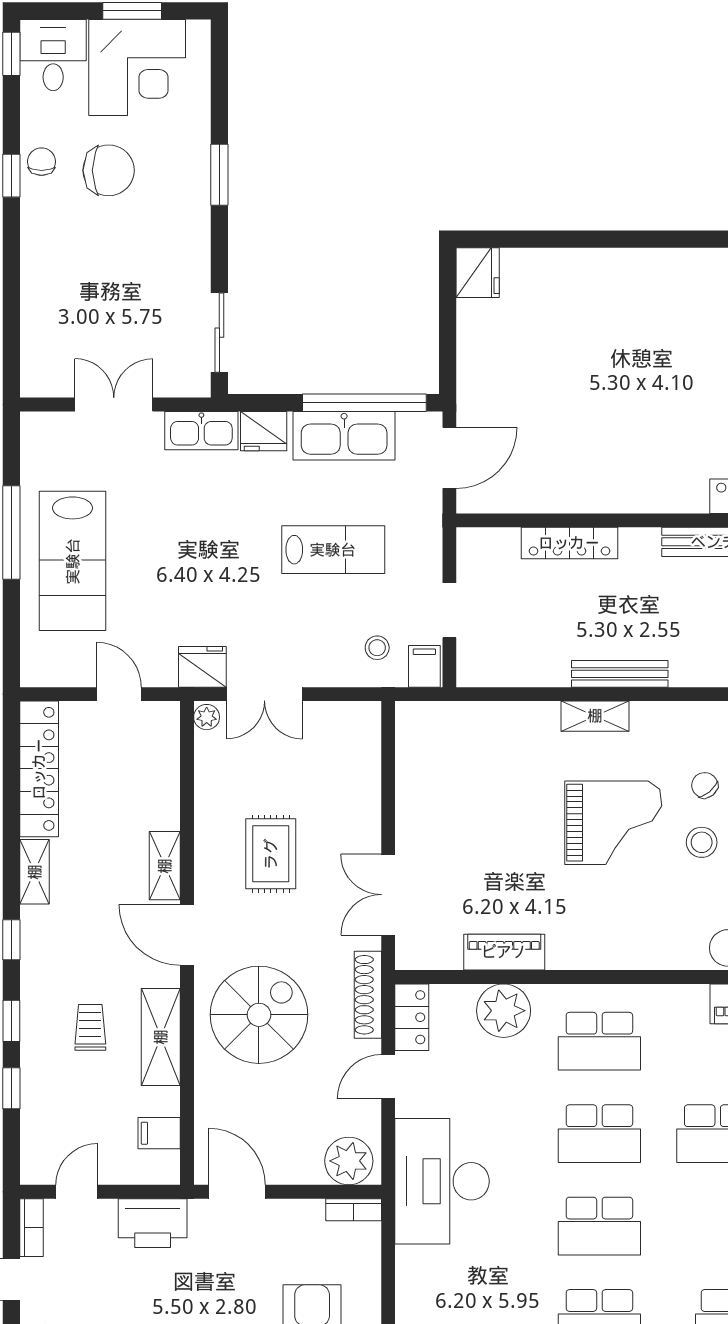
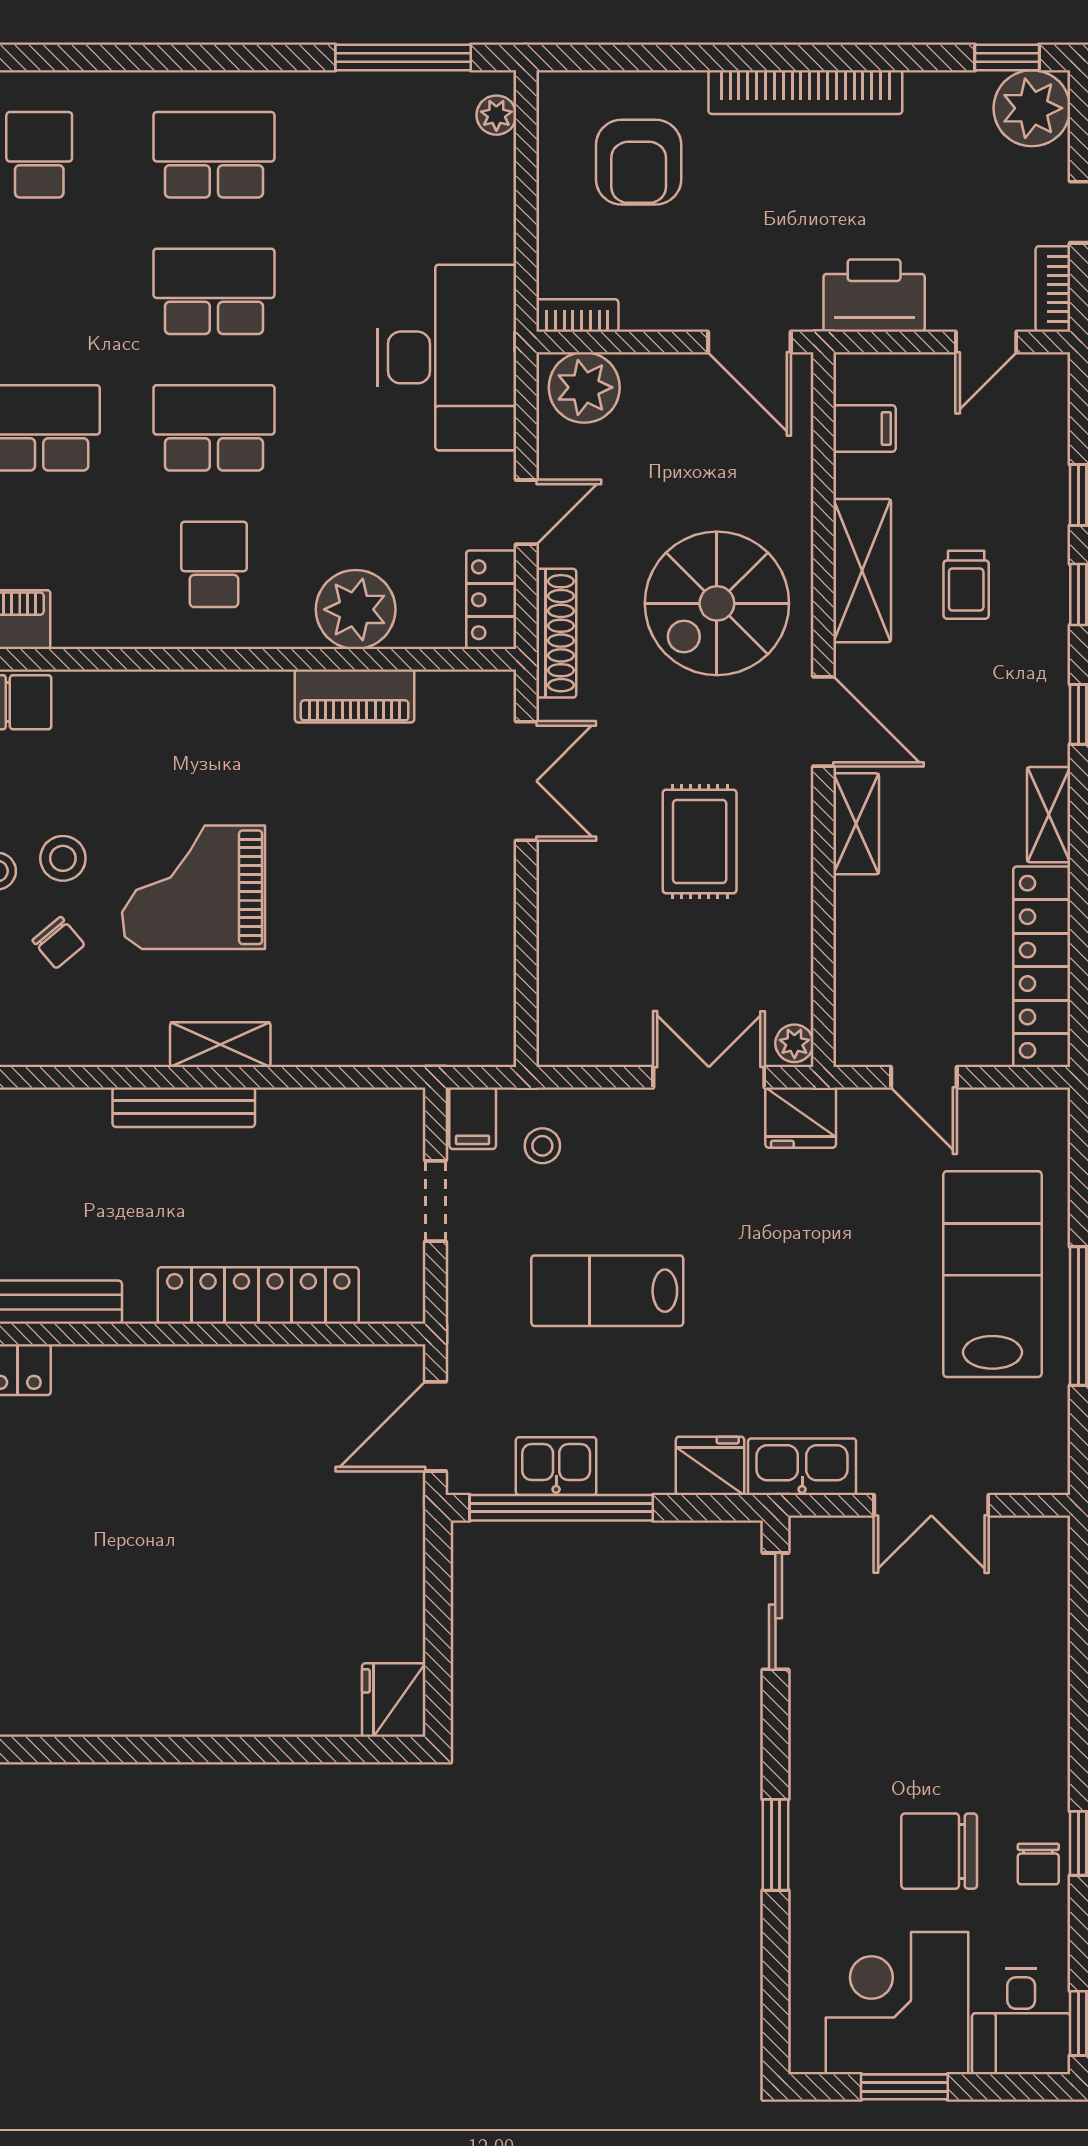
kitchen sink: (344, 436) -> (556, 1466), width x0.53, depth x0.81
locker: (569, 543) -> (258, 1296), width x1.41, depth x1.21
school desk: (599, 1041) -> (214, 564), width x0.54

